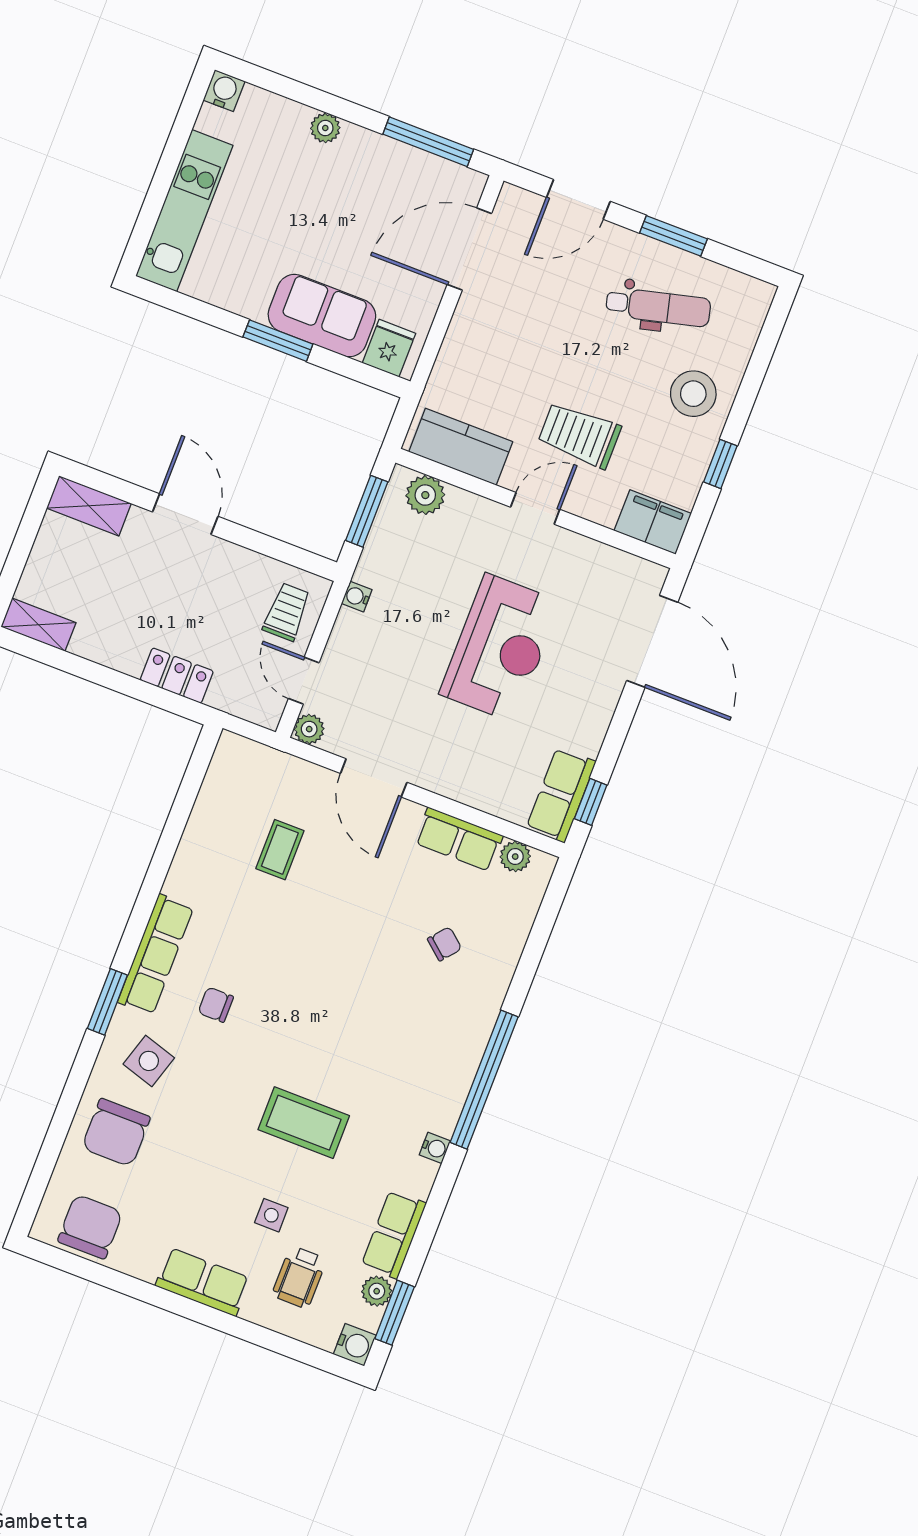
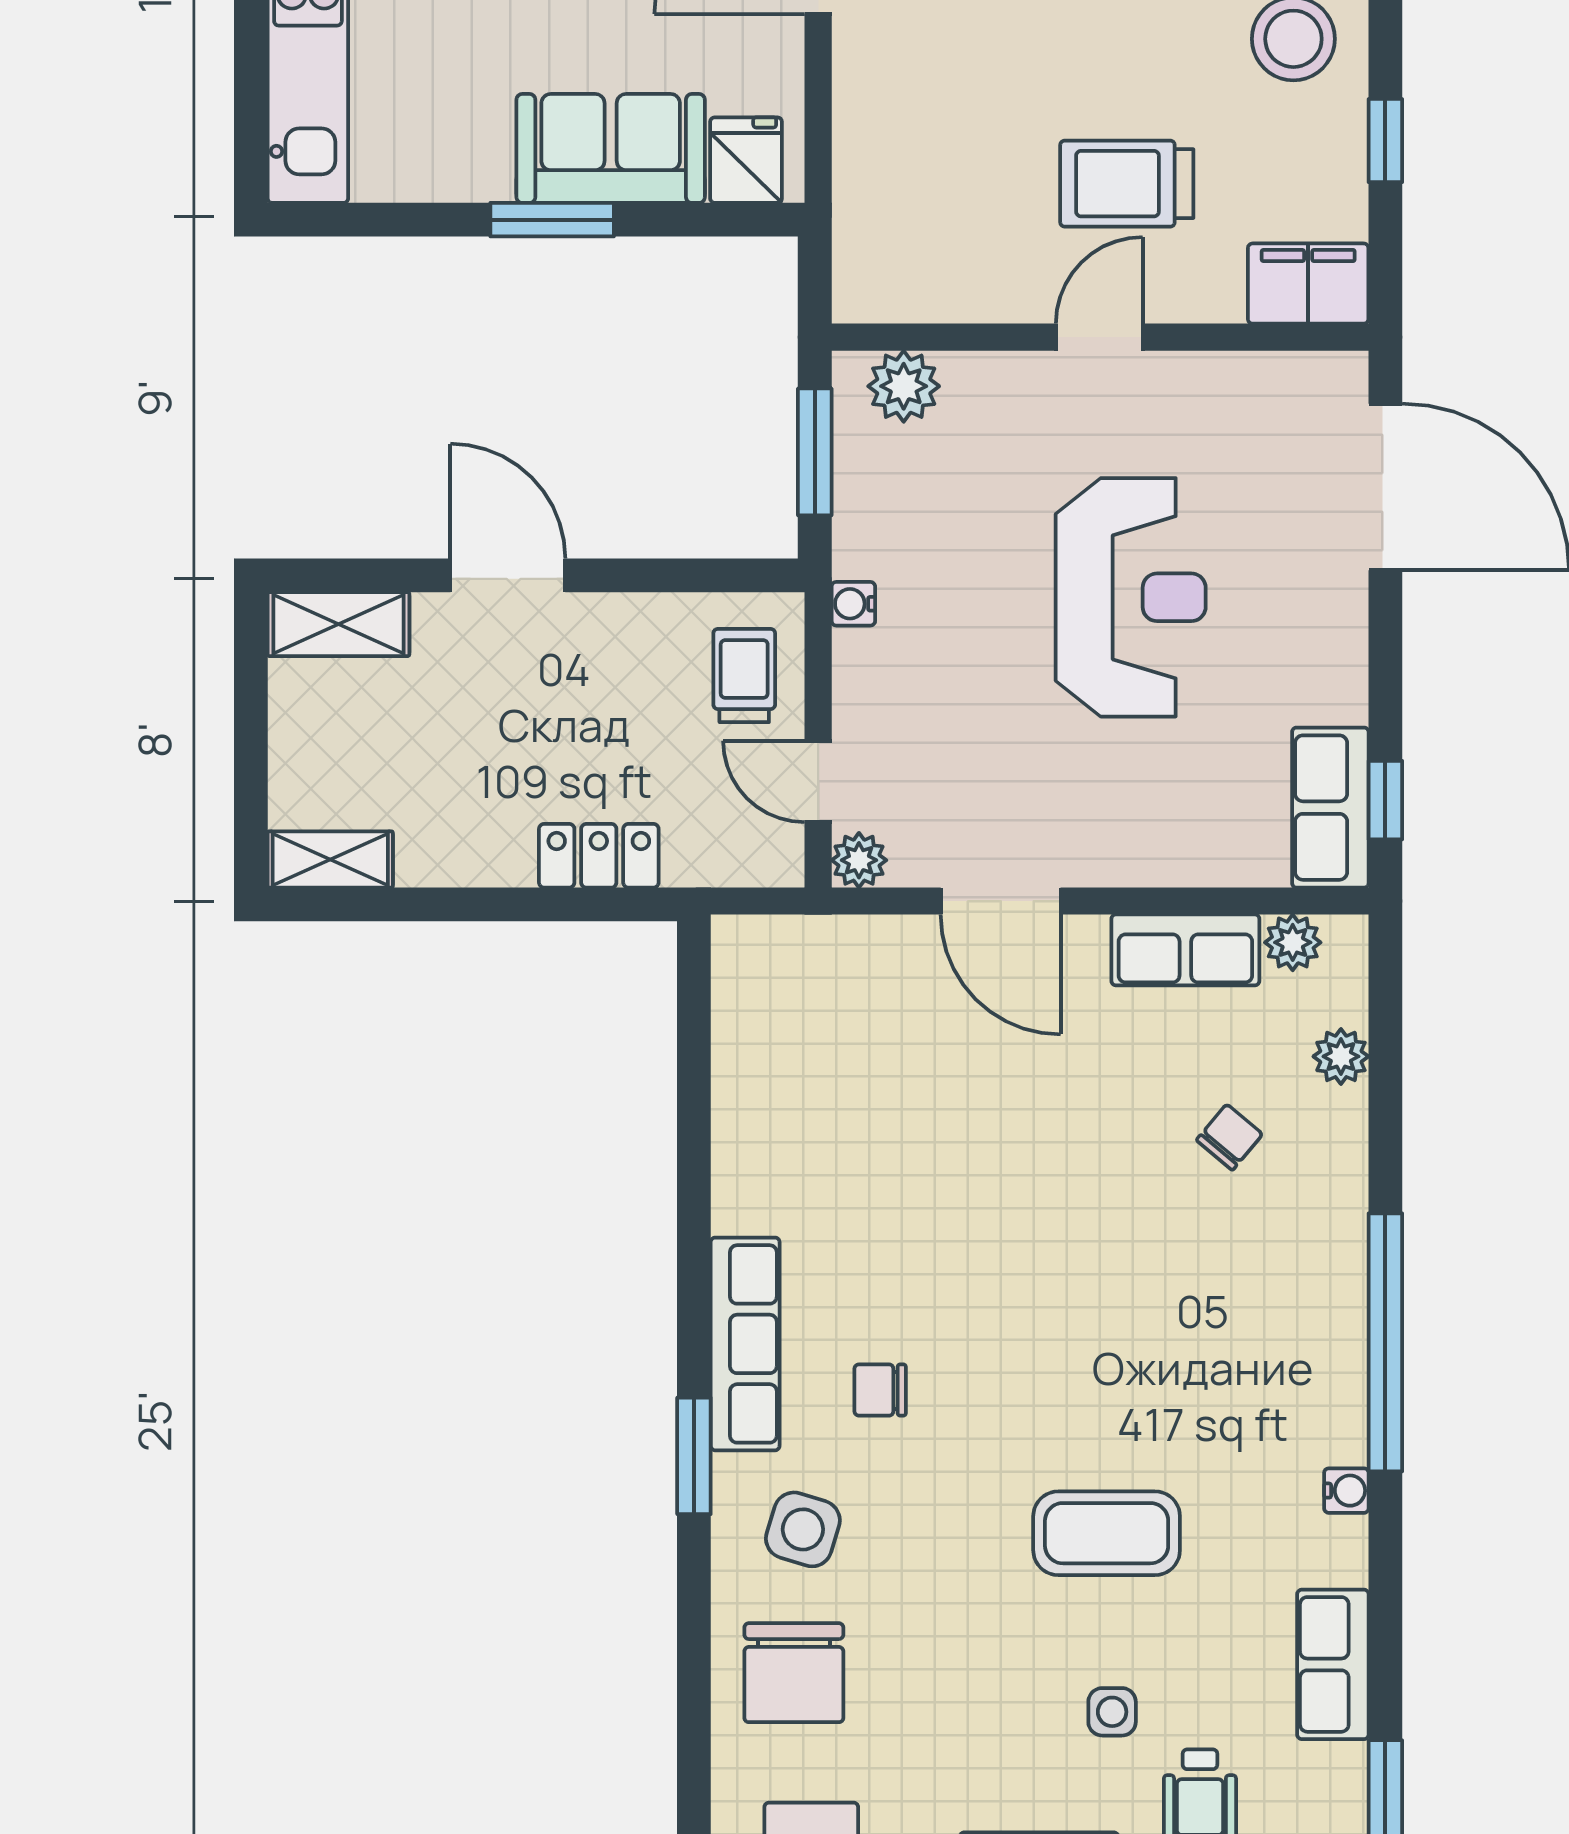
kitchen counter: (461, 447) -> (932, 281), removed
coffee table: (280, 850) -> (888, 1084), removed
plant: (377, 1291) -> (1341, 1056), moved

